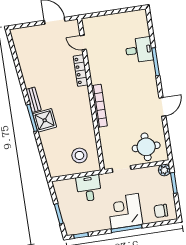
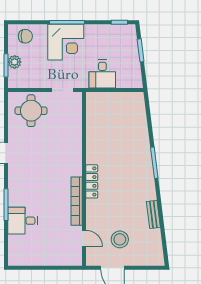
locker: (81, 71) -> (92, 181), moved
bench: (34, 100) -> (153, 214), moved
bookcase: (99, 106) -> (77, 201), moved
shower: (45, 120) -> (141, 158), removed
stool: (79, 155) -> (120, 239), moved
plant: (164, 170) -> (15, 62), moved

